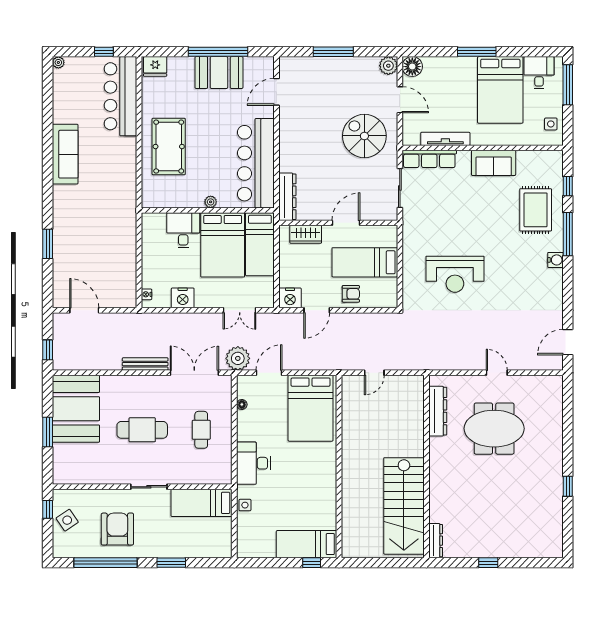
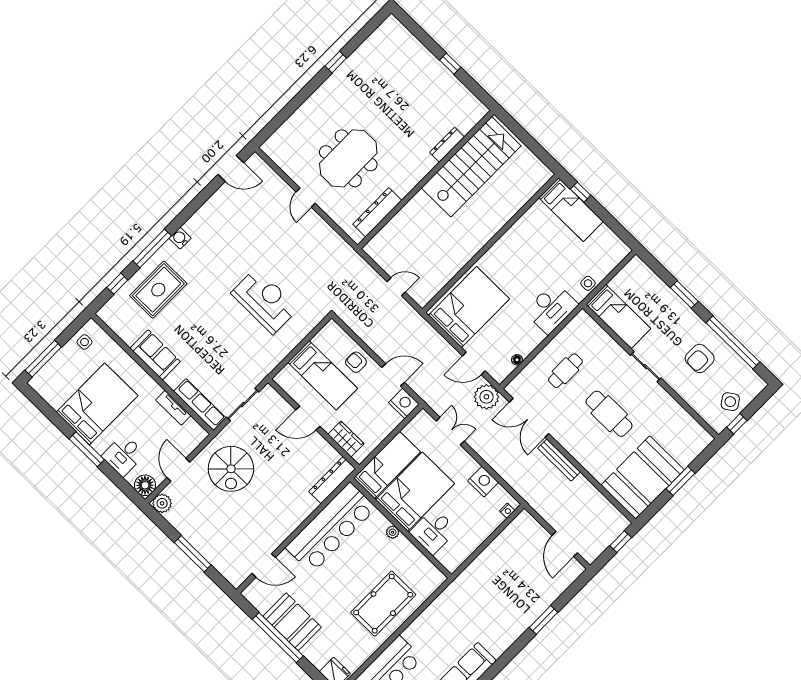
desk: (539, 73) -> (123, 455), moved
tv unit: (445, 139) -> (173, 408), width x0.71
meeting table: (494, 429) -> (348, 158), turned 90
armchair: (117, 529) -> (700, 358), width x0.73, depth x0.73
dresser: (436, 541) -> (447, 145), moved

